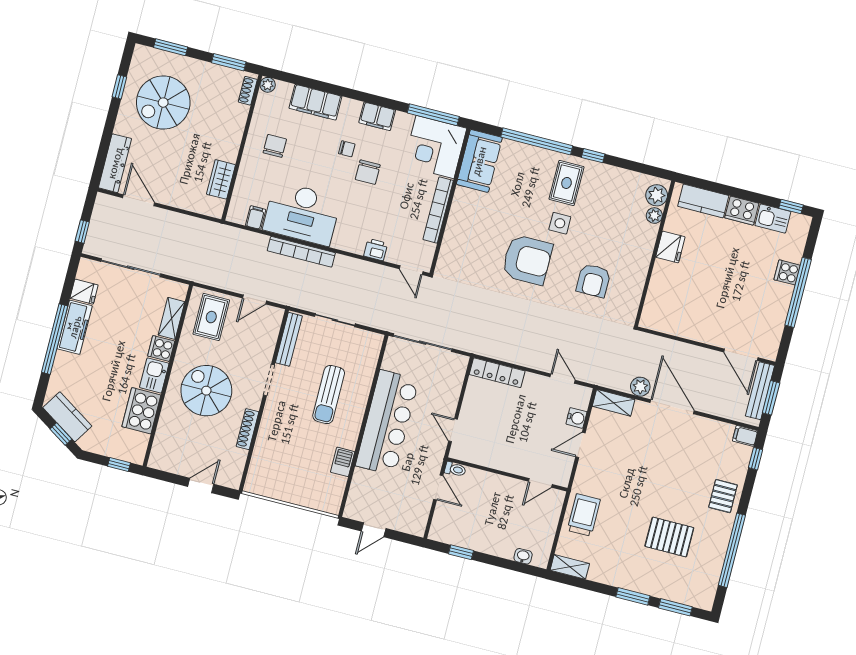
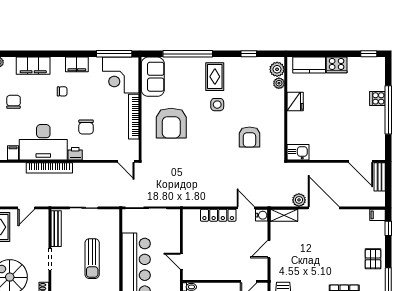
window: (593, 156) -> (249, 54), moved
chair: (368, 172) -> (86, 127), moved
kitchen sink: (773, 218) -> (298, 152), moved, turned 180
printer: (376, 250) -> (75, 154), moved
armchair: (527, 260) -> (171, 123), moved, turned 90
locker: (497, 373) -> (218, 215), moved
bench: (760, 391) -> (380, 177), width x0.73
window: (771, 398) -> (388, 185), removed
water cooler: (576, 418) -> (262, 215), moved

